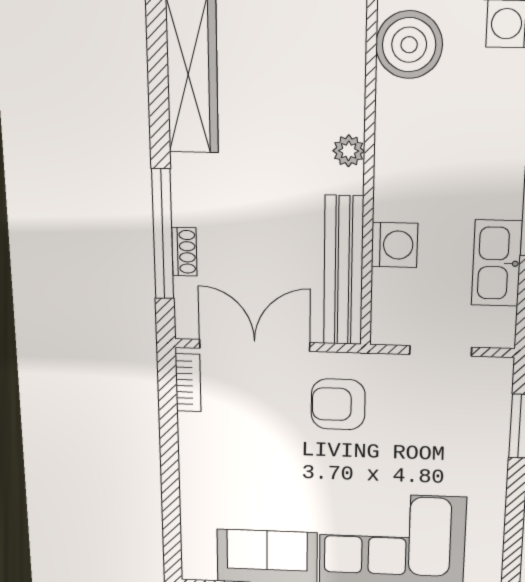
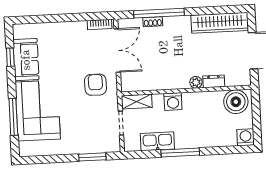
dresser: (349, 103) -> (214, 81), added
washing machine: (395, 245) -> (173, 102), moved
bench: (343, 271) -> (150, 83), removed
shelving: (388, 308) -> (137, 102), added

